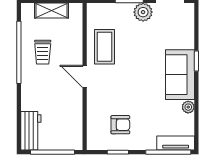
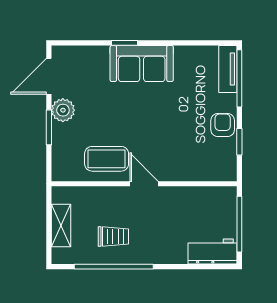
door: (85, 76) -> (144, 184), swing flipped
plant: (188, 107) -> (183, 53), removed
armchair: (120, 125) -> (223, 125), moved

